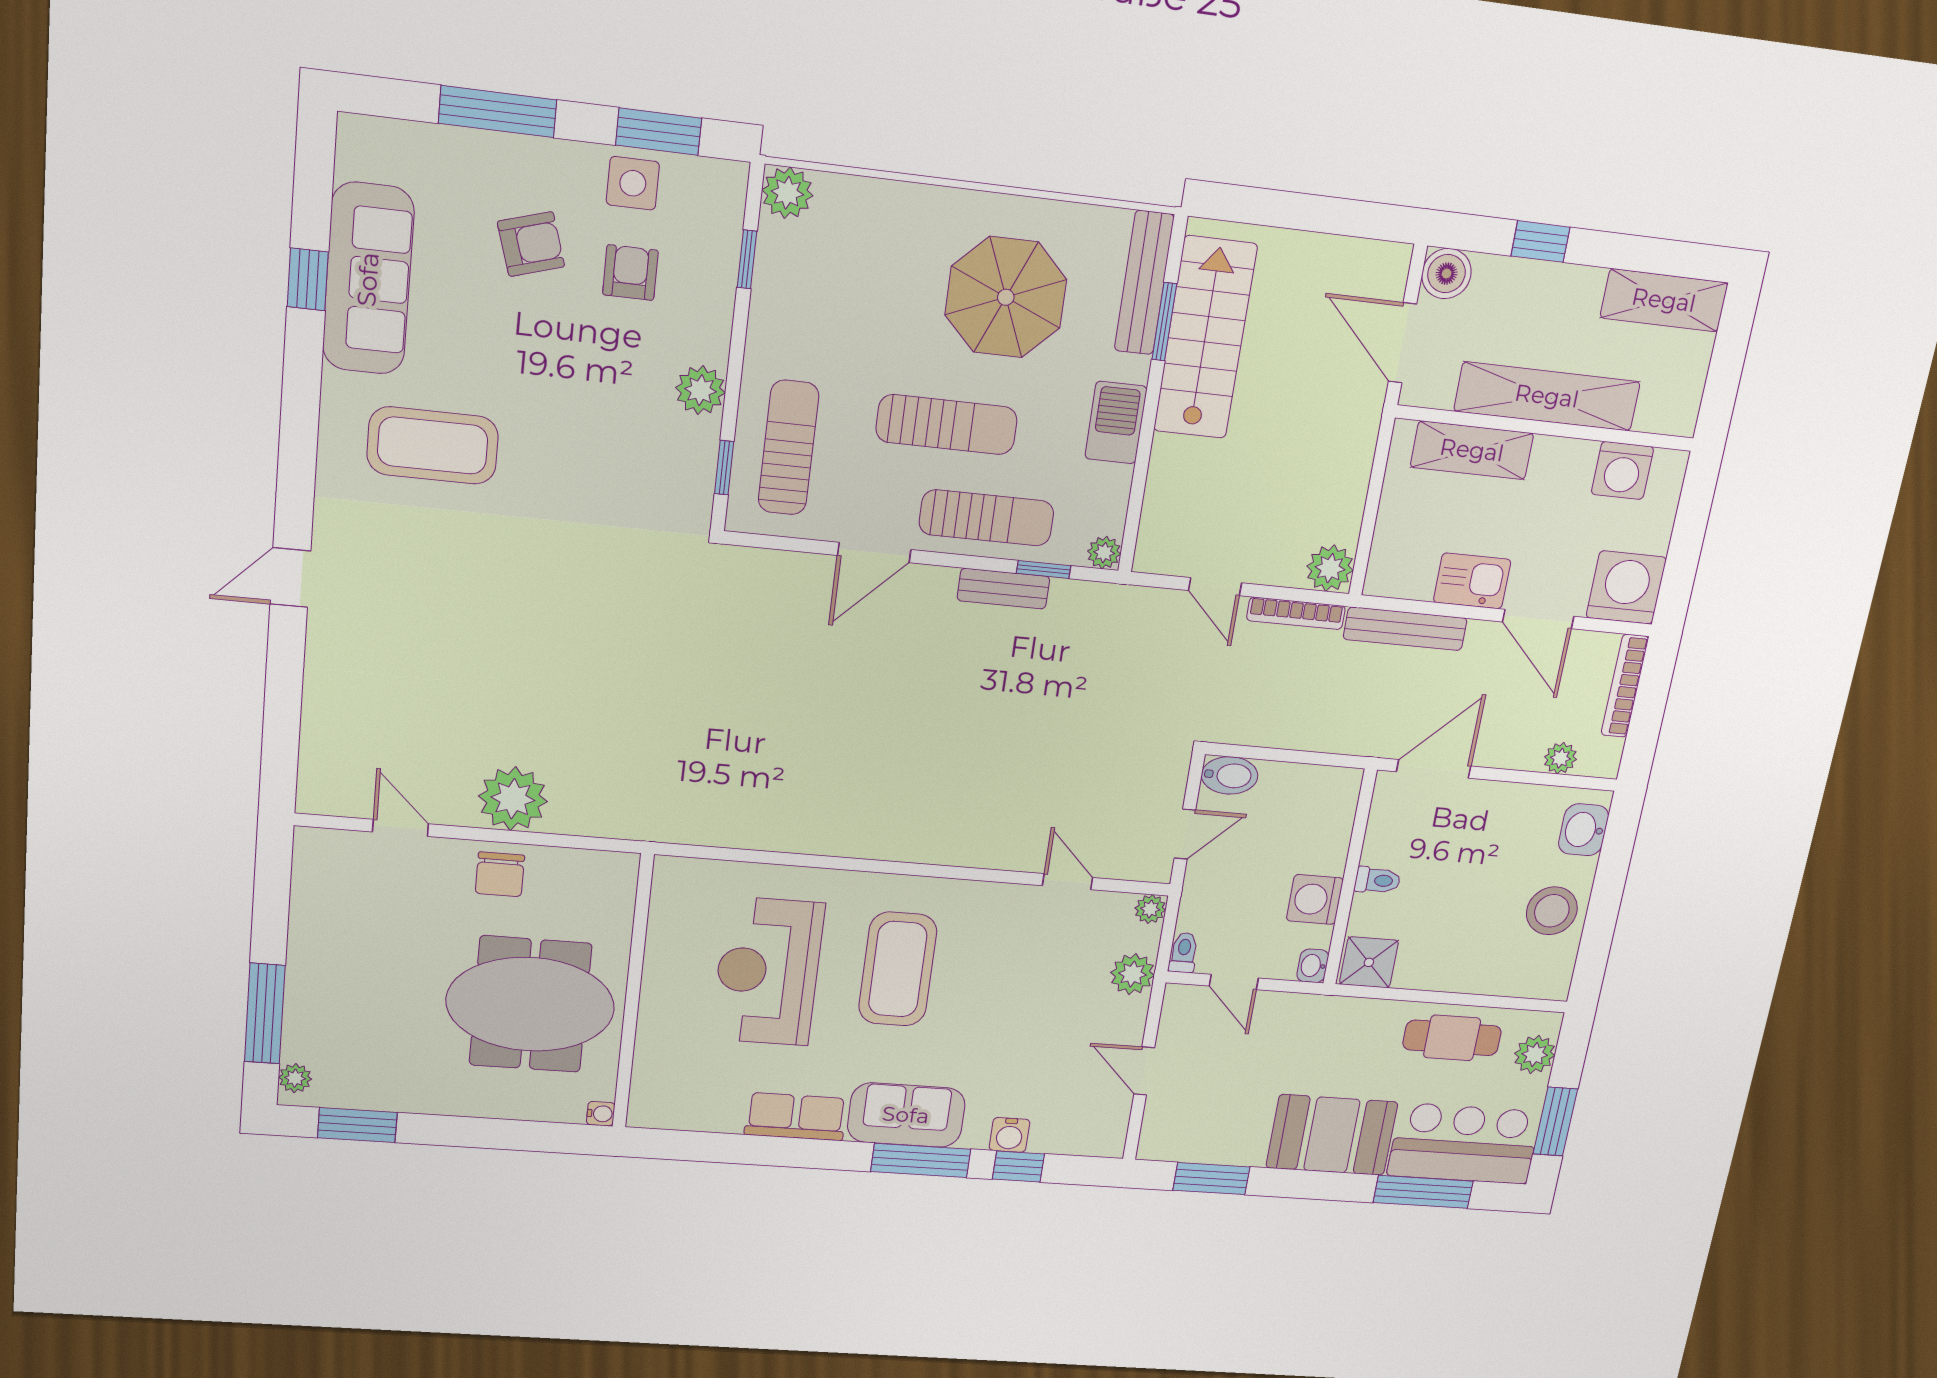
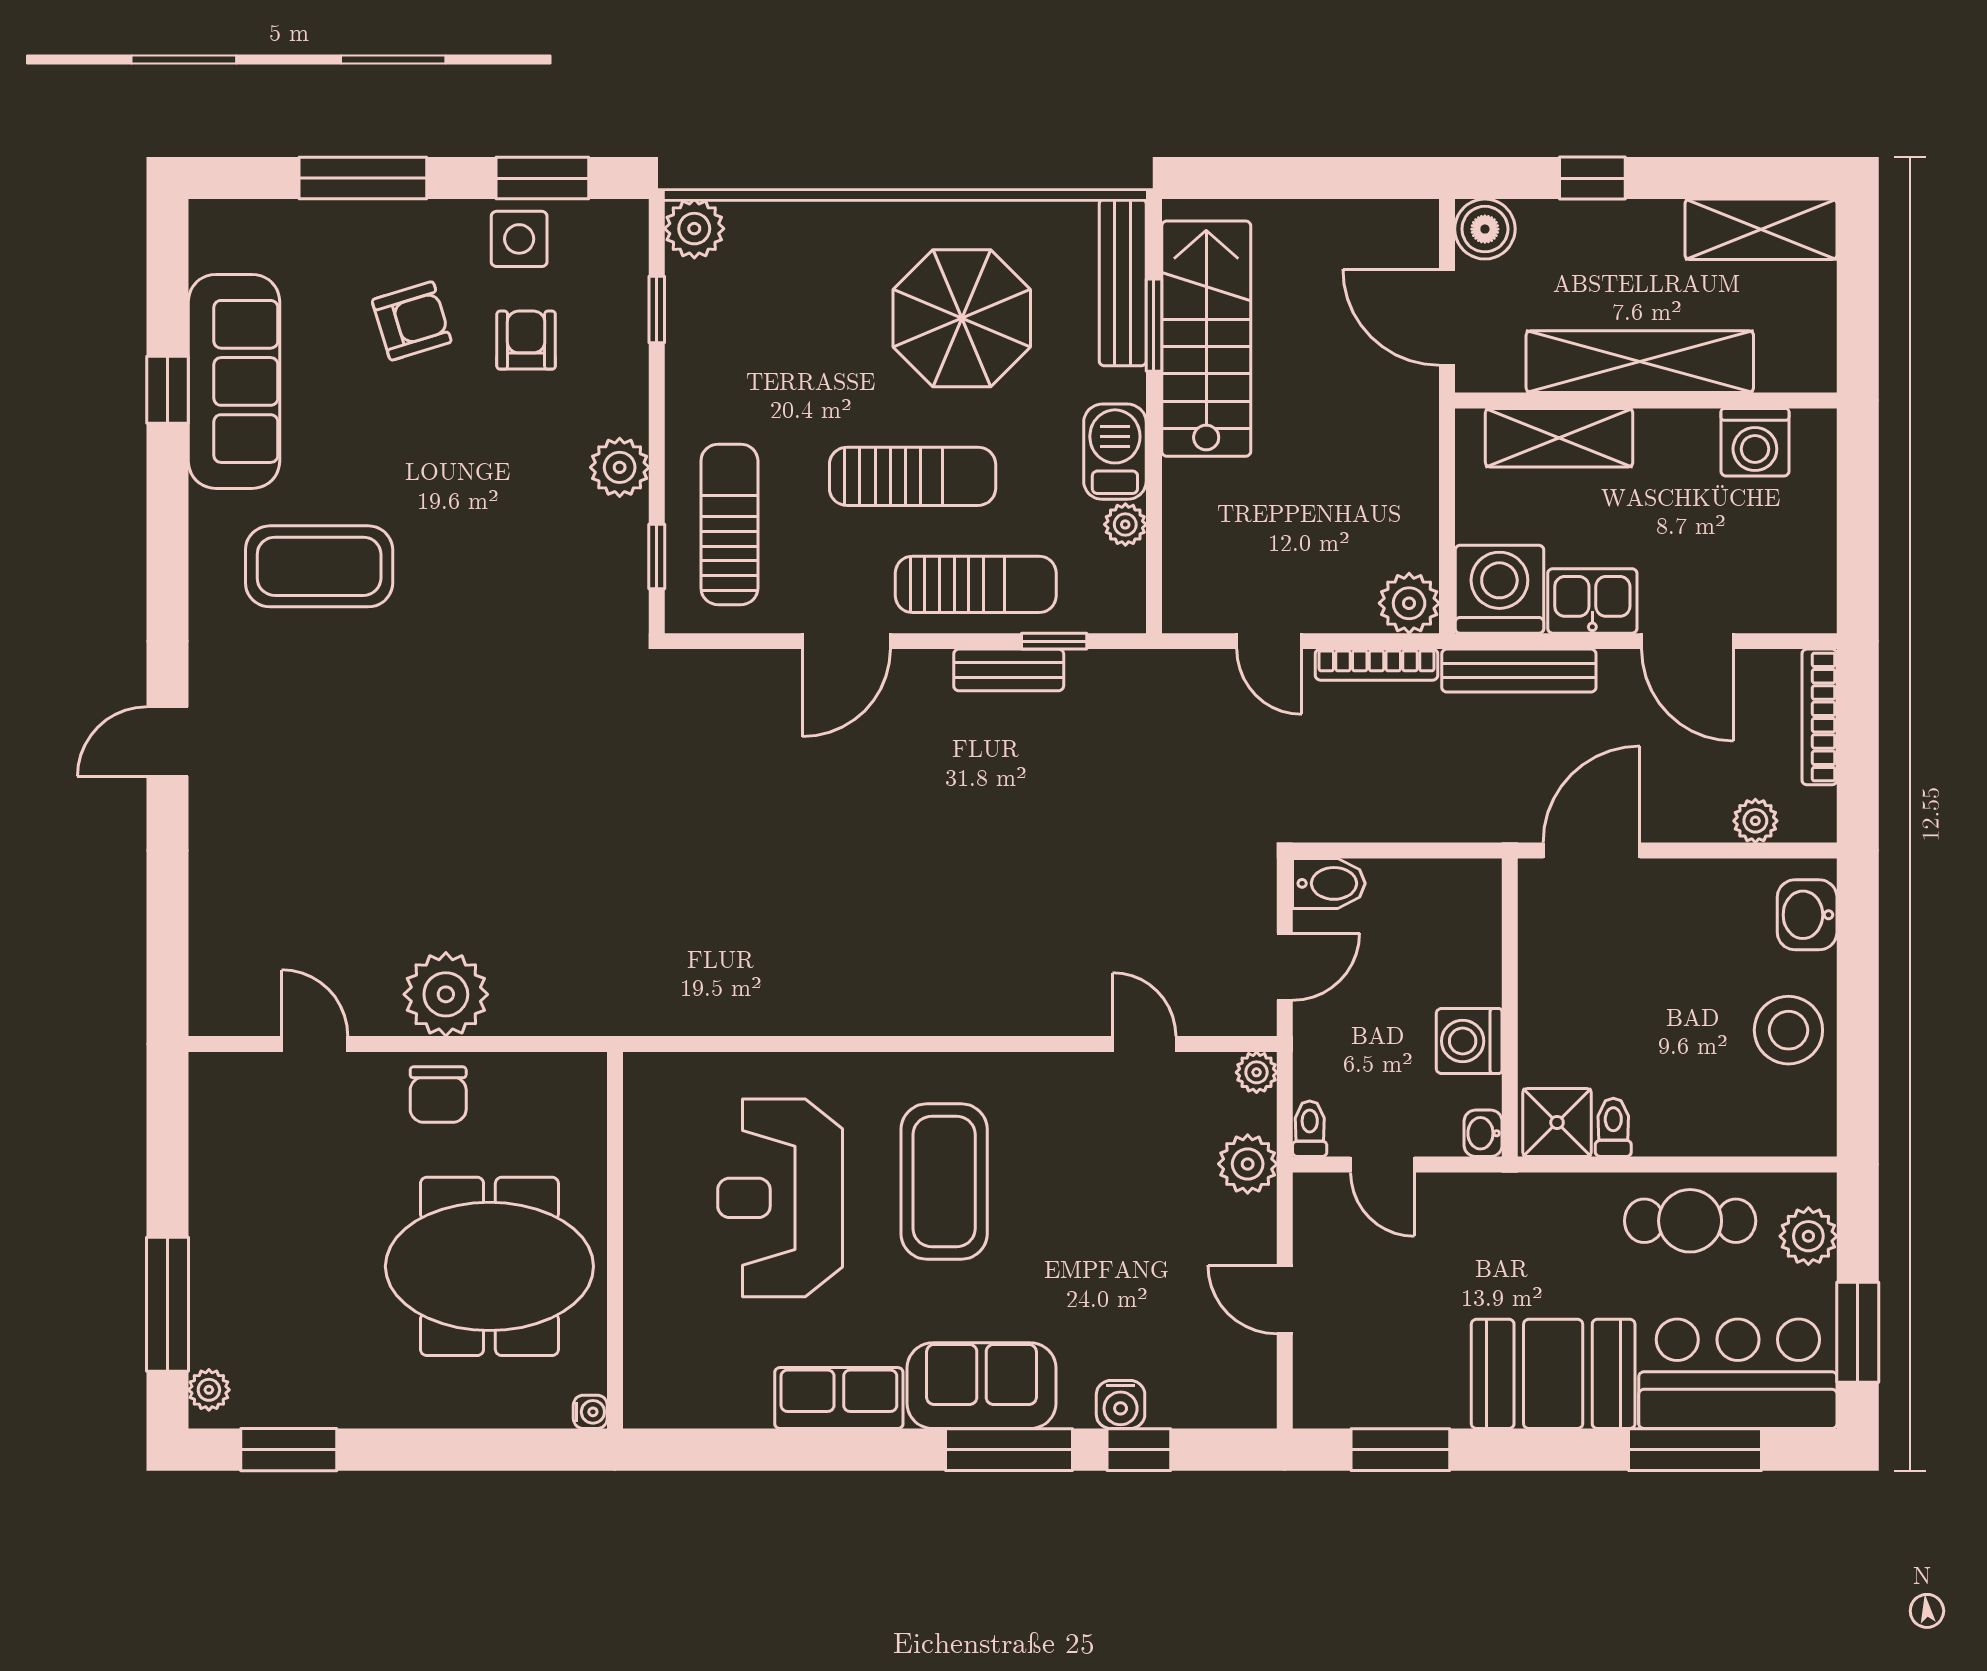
plant: (1104, 553) -> (1125, 524), moved
washing machine: (1626, 587) -> (1499, 589), moved
toilet: (1377, 880) -> (1613, 1127), moved, turned -90

